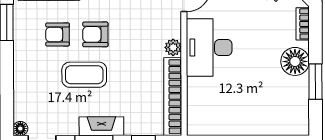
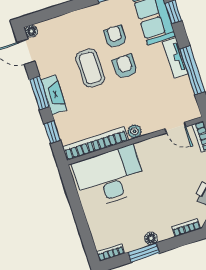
desk: (209, 48) -> (109, 177), moved, width x1.36, depth x1.30
floor lamp: (295, 61) -> (151, 238), width x0.53, depth x0.53
bookcase: (303, 120) -> (111, 252), added

